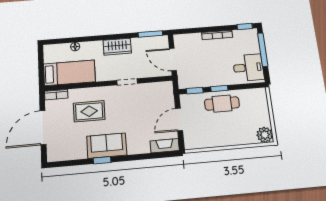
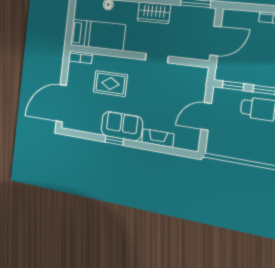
door: (173, 59) -> (216, 41), swing flipped
door: (43, 128) -> (61, 103), moved
fireplace: (165, 146) -> (158, 138), moved

